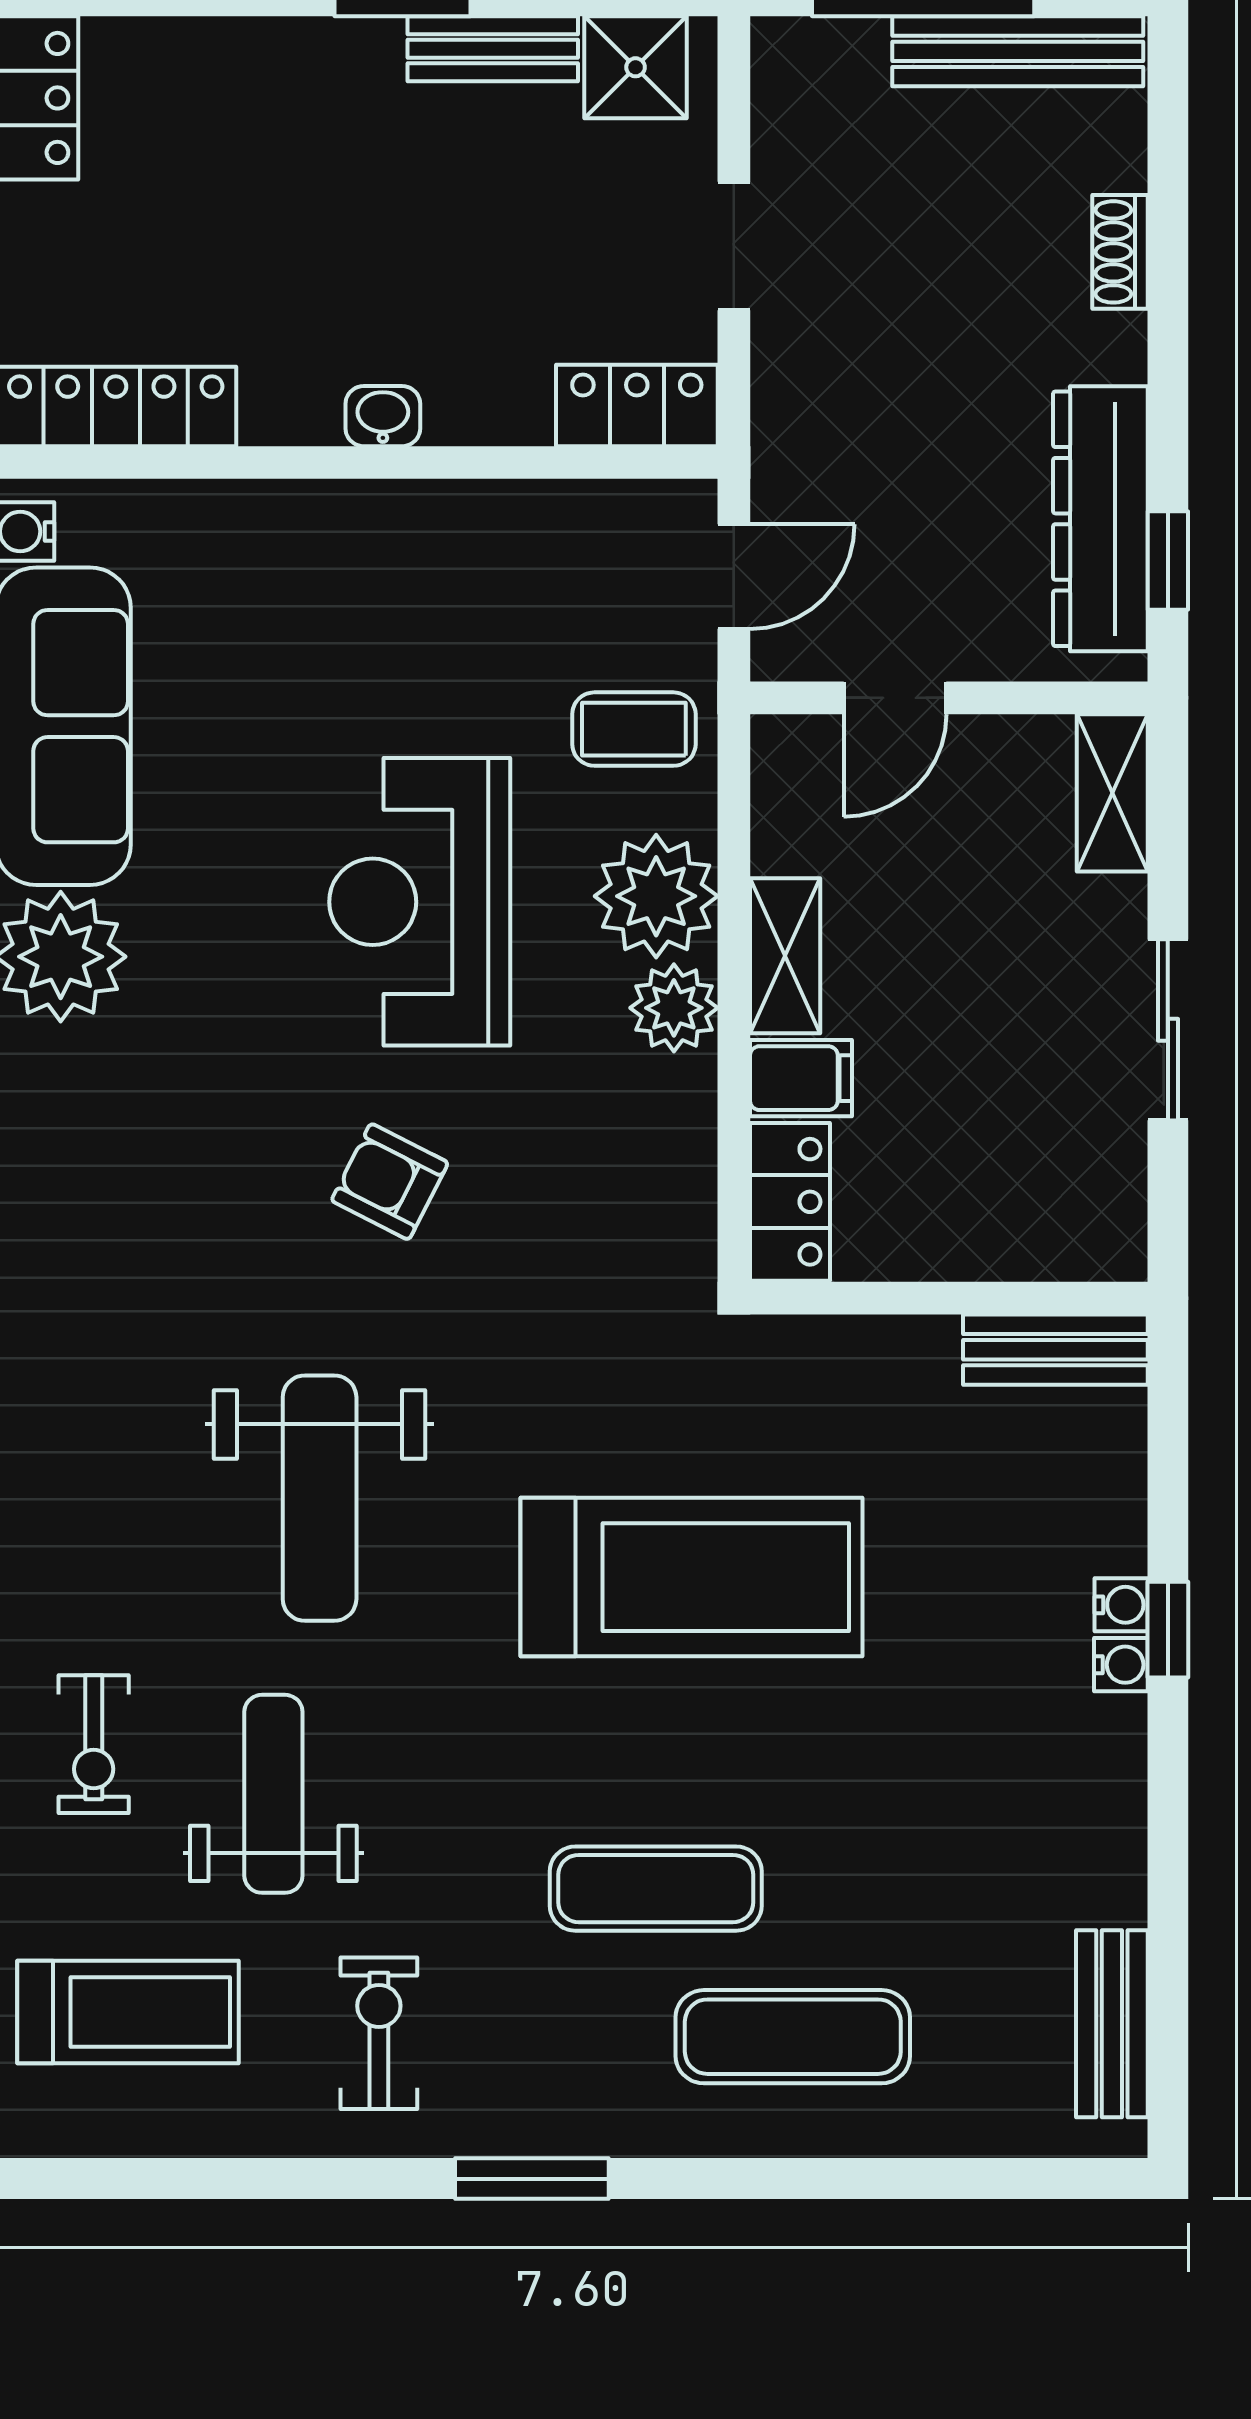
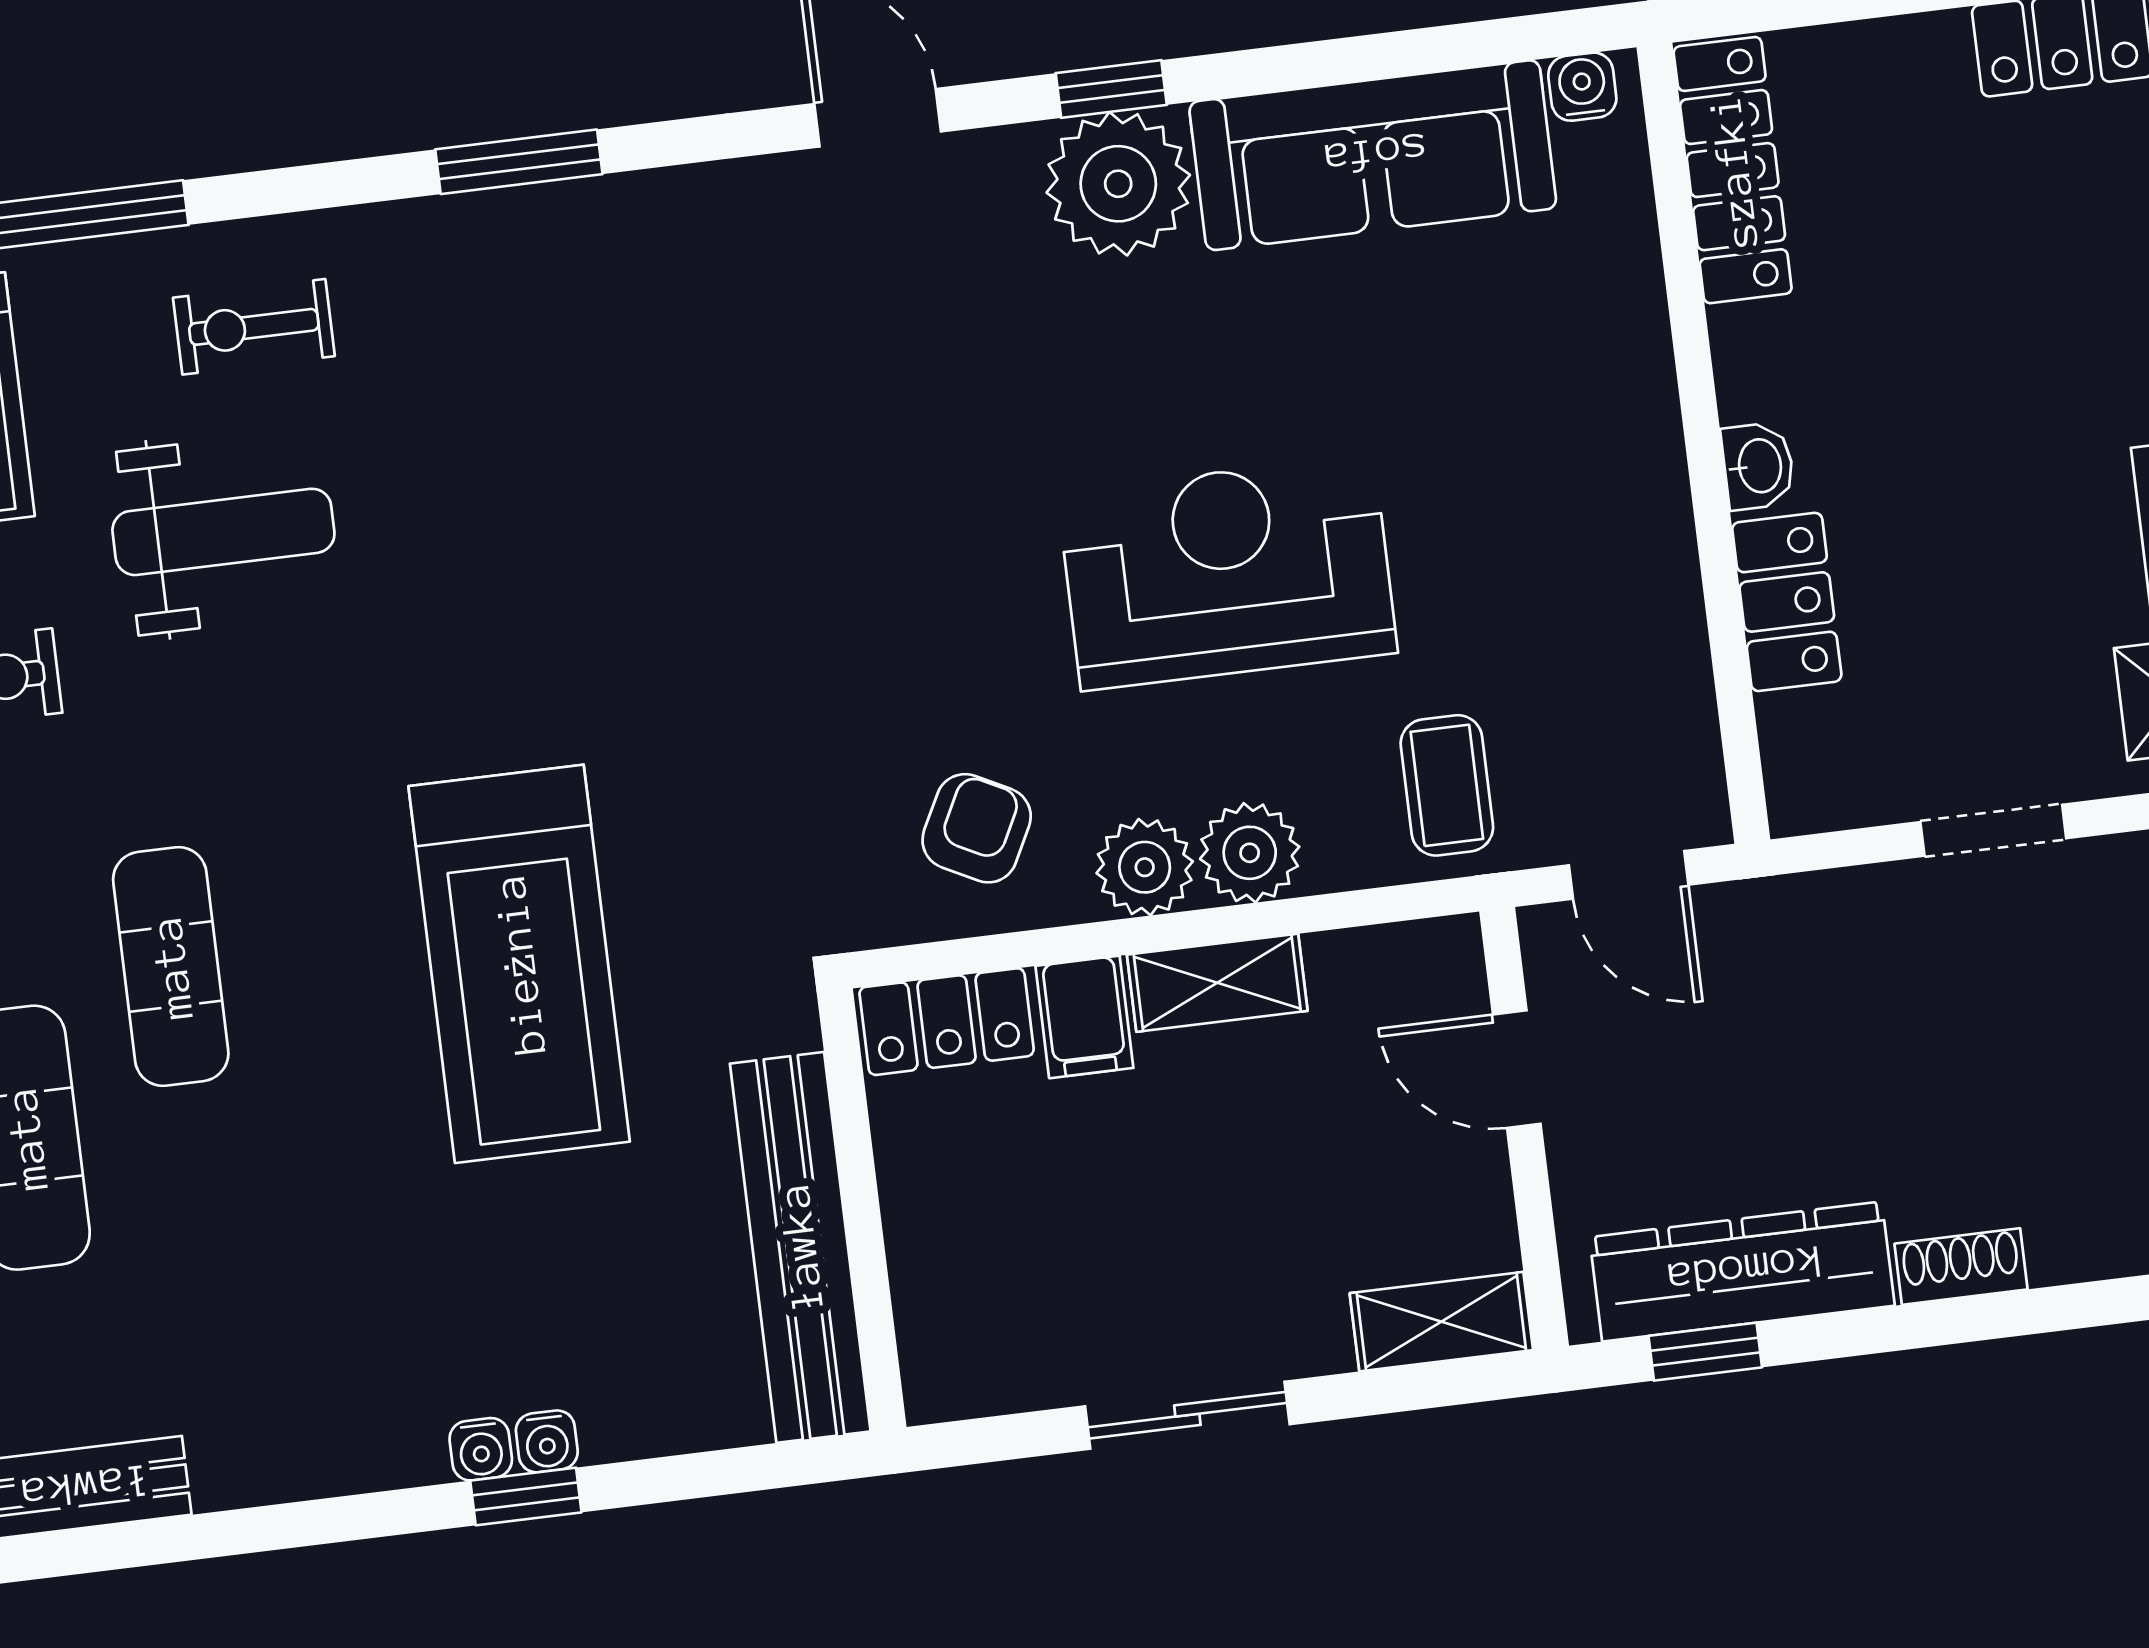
shoe rack: (1120, 252) -> (1961, 1266), moved
locker: (637, 405) -> (1787, 602), moved
plant: (656, 896) -> (1250, 853), width x0.73, depth x0.73
armchair: (390, 1182) -> (977, 828), moved
bench: (1055, 1350) -> (800, 1247), width x1.86, depth x1.21
weight bench: (320, 1498) -> (556, 543), removed

